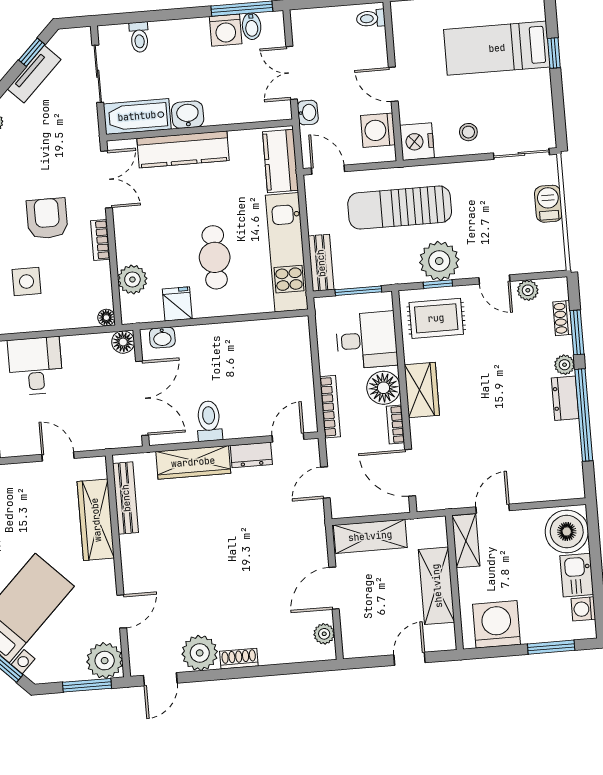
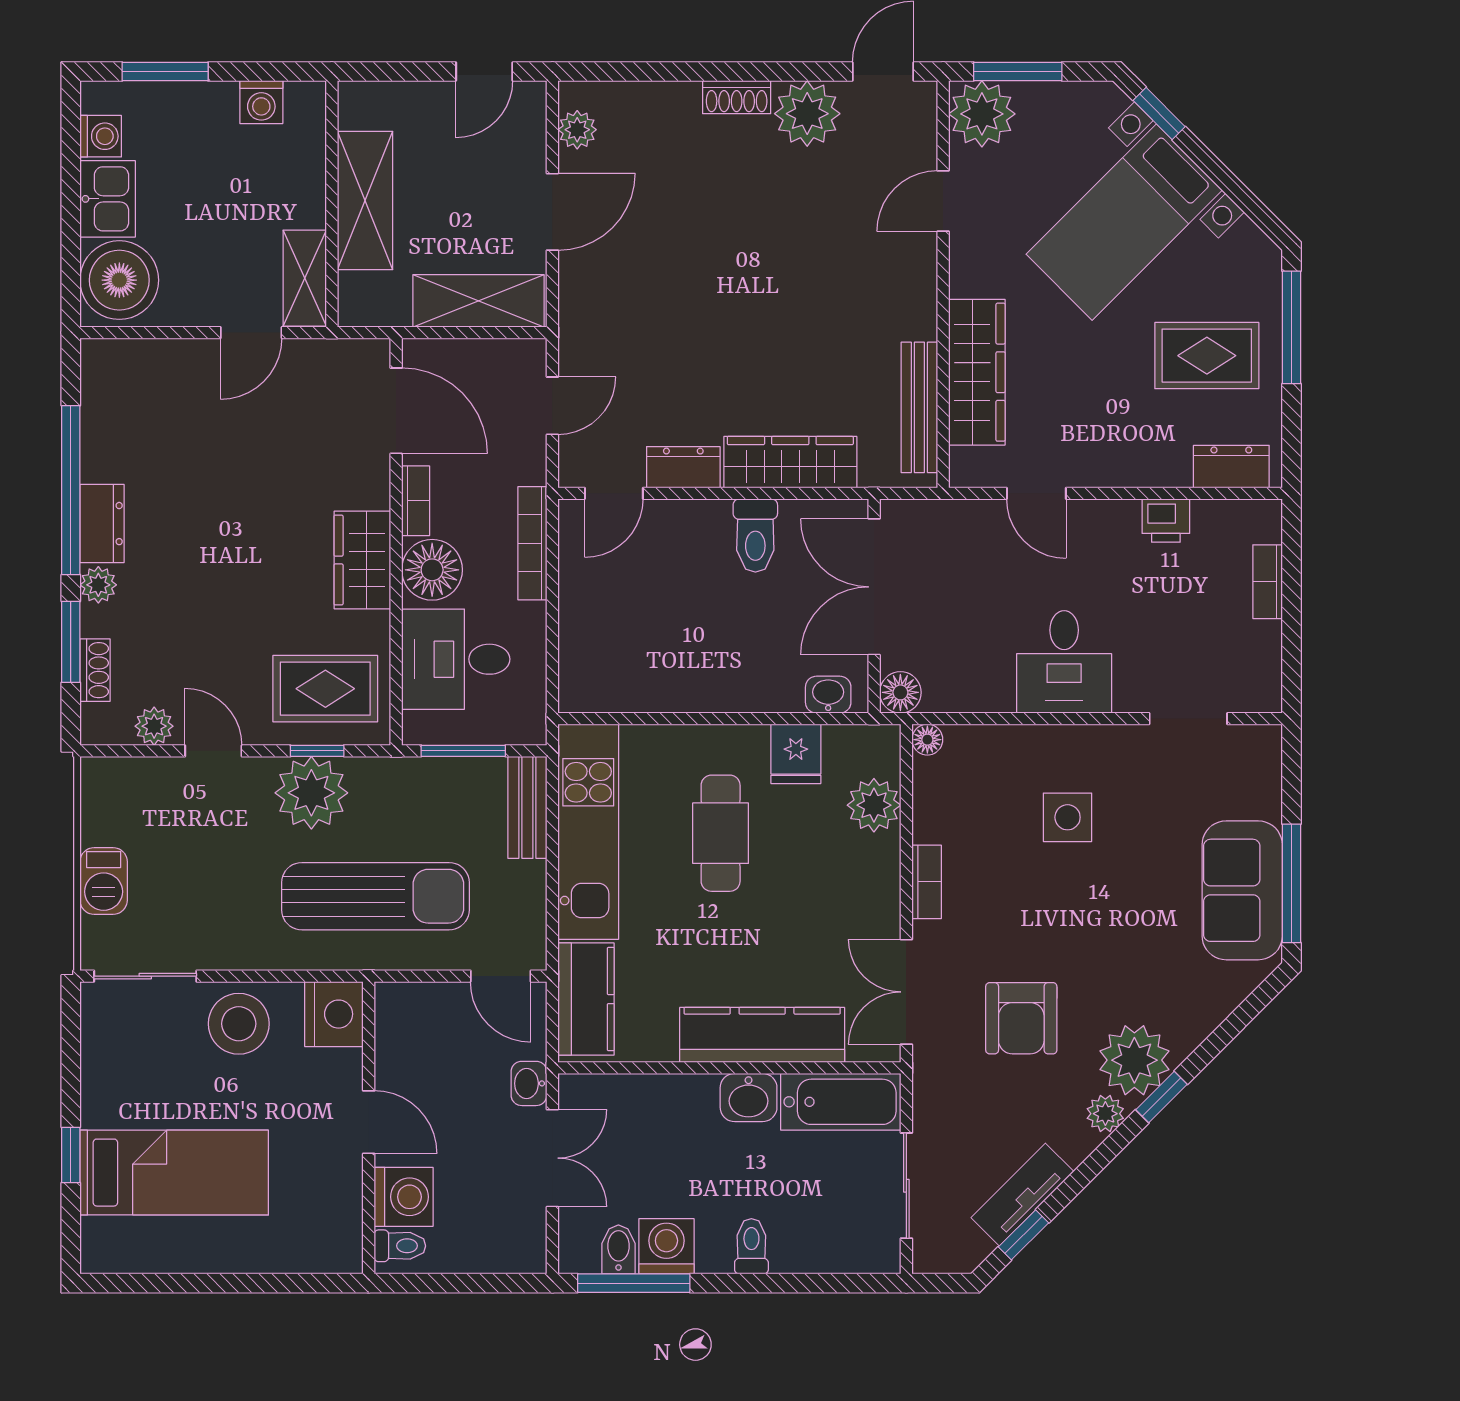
toilet: (139, 37) -> (751, 1246), moved
washing machine: (378, 130) -> (404, 1197), moved
stool: (468, 132) -> (239, 1024), width x1.89, depth x1.89
armchair: (47, 218) -> (1021, 1018), moved
washing machine: (497, 624) -> (261, 102), width x0.53, depth x0.53
door: (409, 659) -> (484, 71), moved

